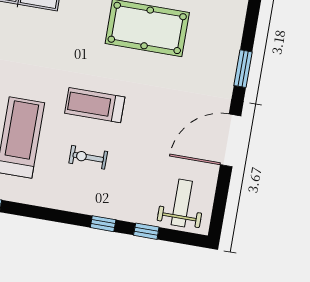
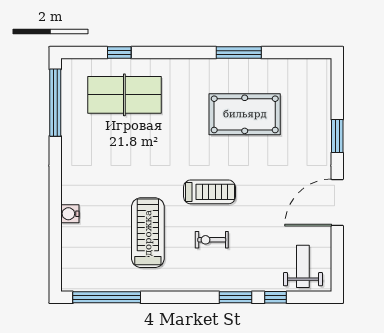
treadmill: (95, 105) -> (209, 192), turned 180
window: (103, 224) -> (235, 297), width x1.50

